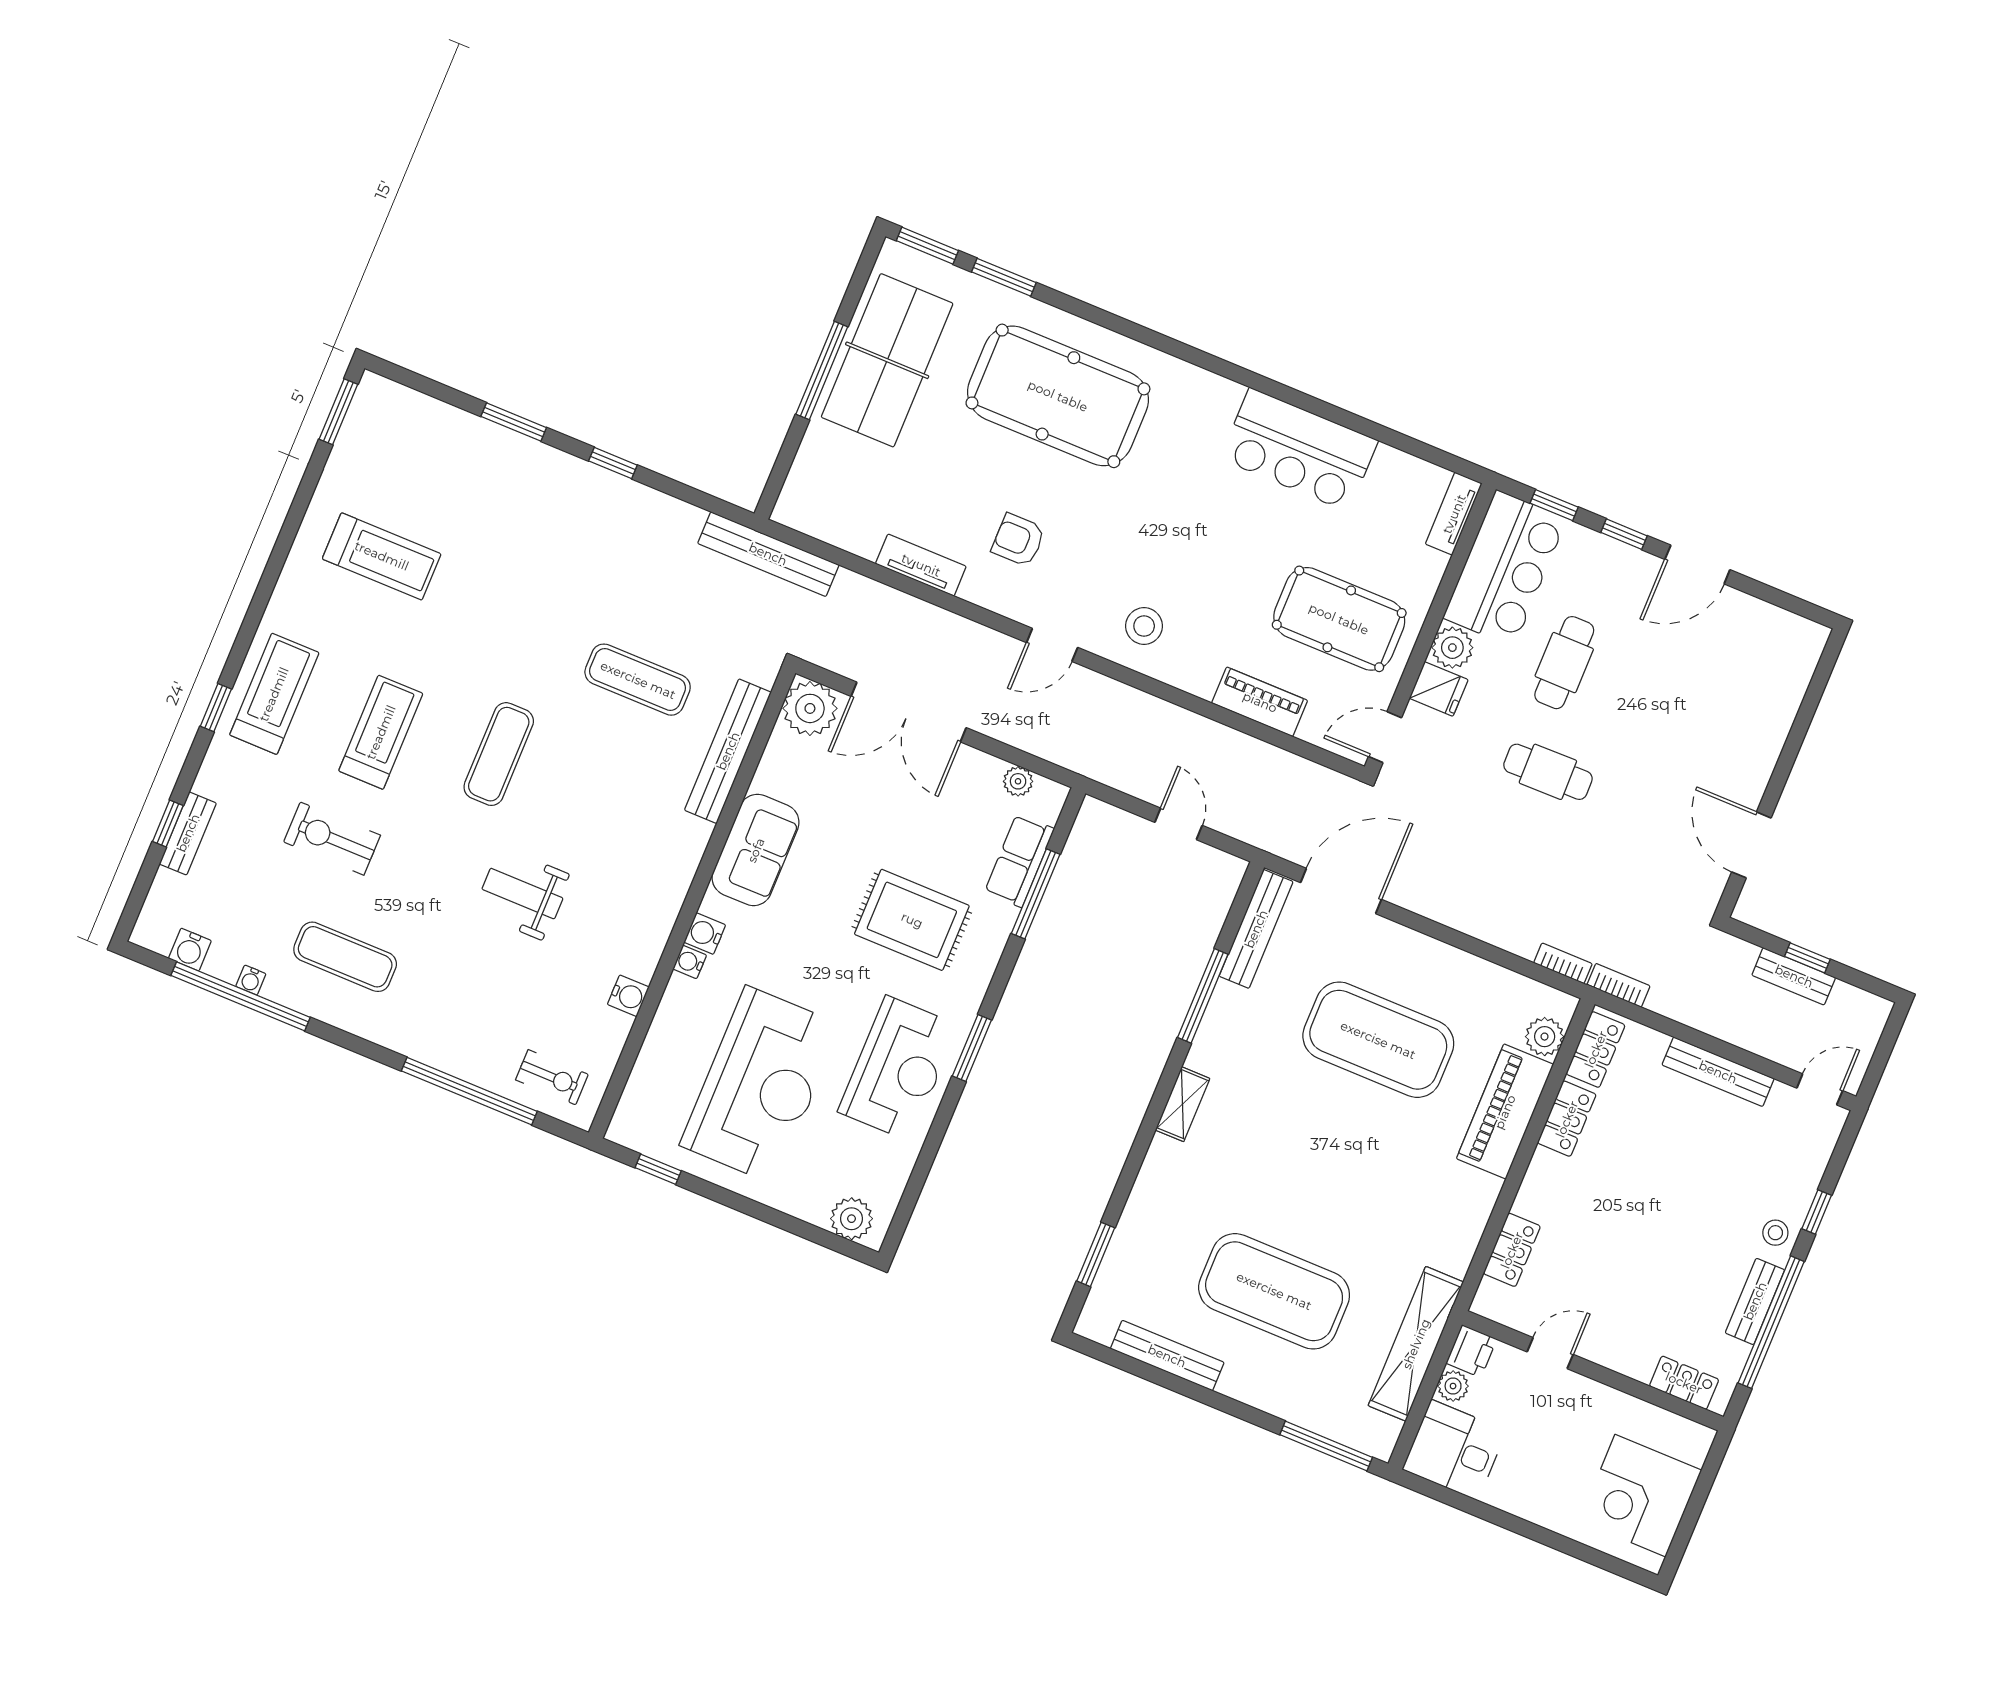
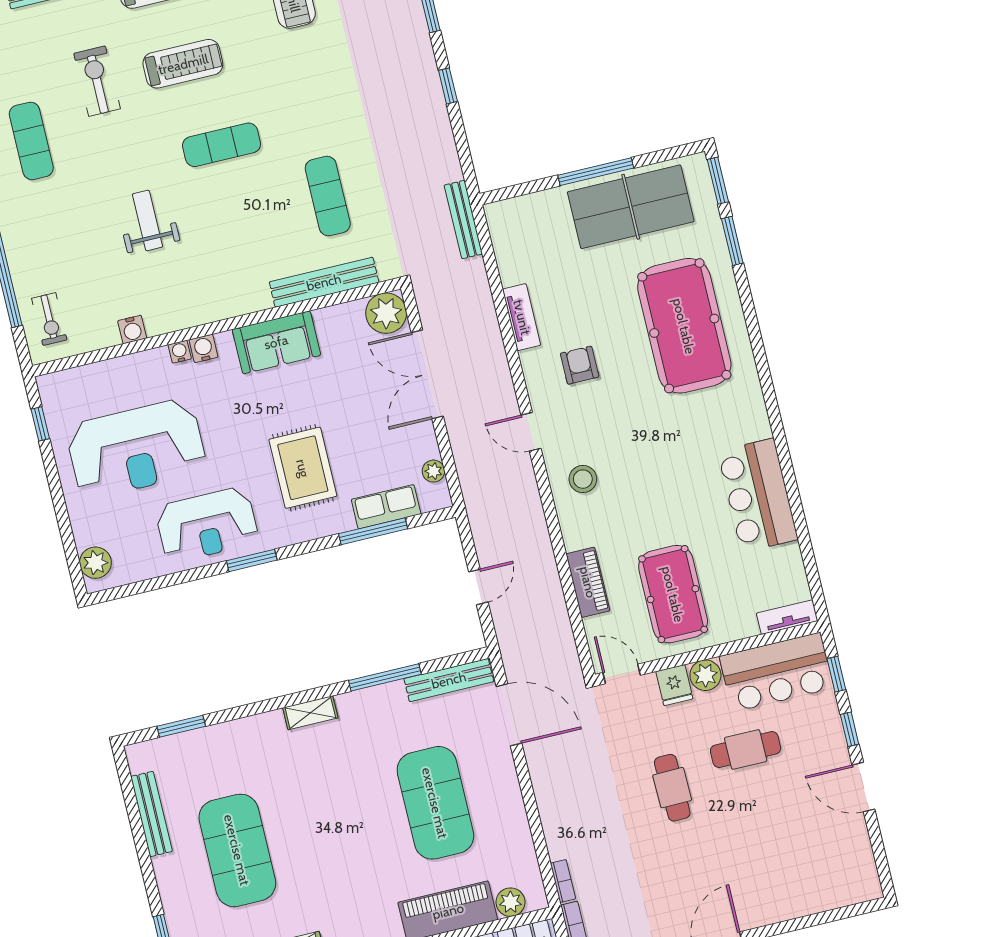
bench: (768, 554) -> (463, 220), width x0.73, depth x0.82

